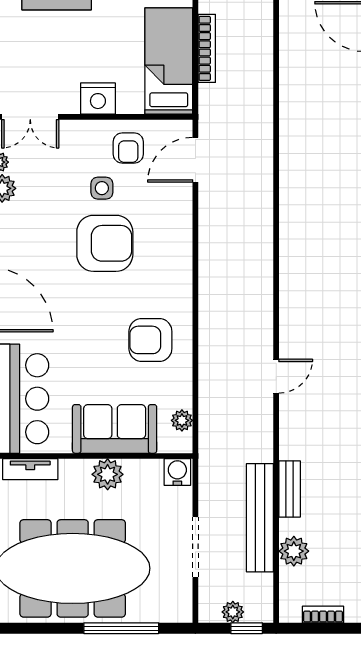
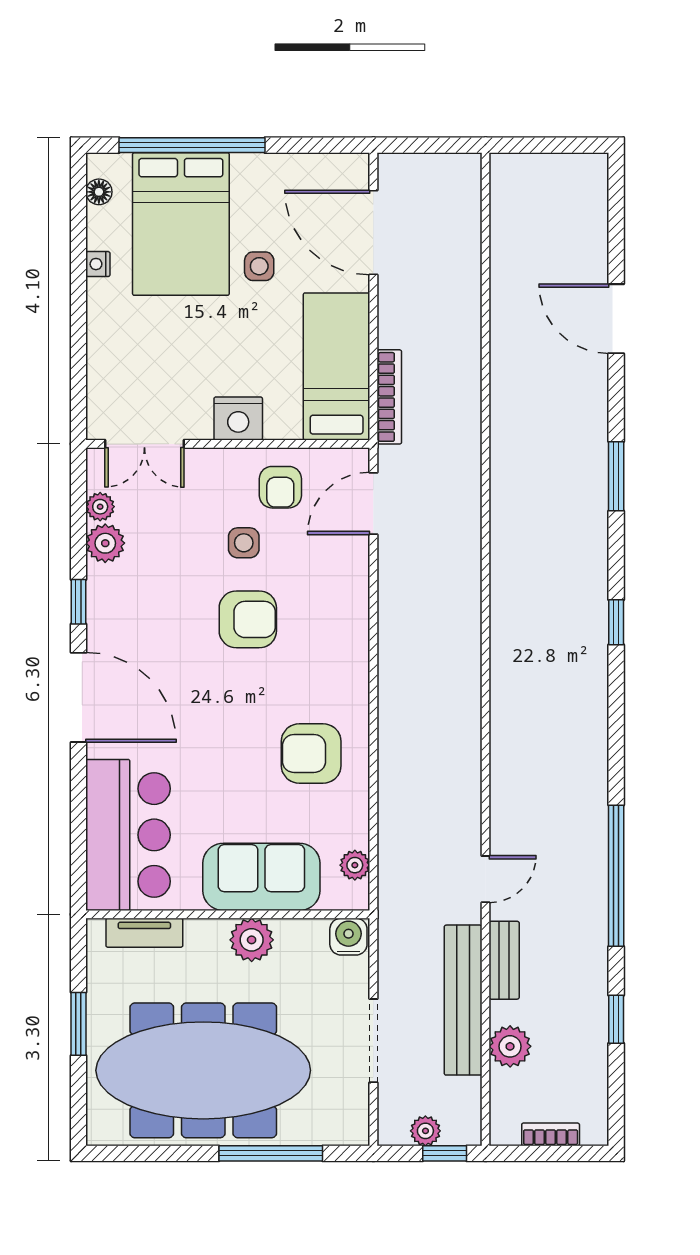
bookcase: (207, 48) -> (389, 397), moved
armchair: (105, 243) -> (248, 619), width x0.73, depth x0.73
door: (276, 376) -> (486, 879), moved

